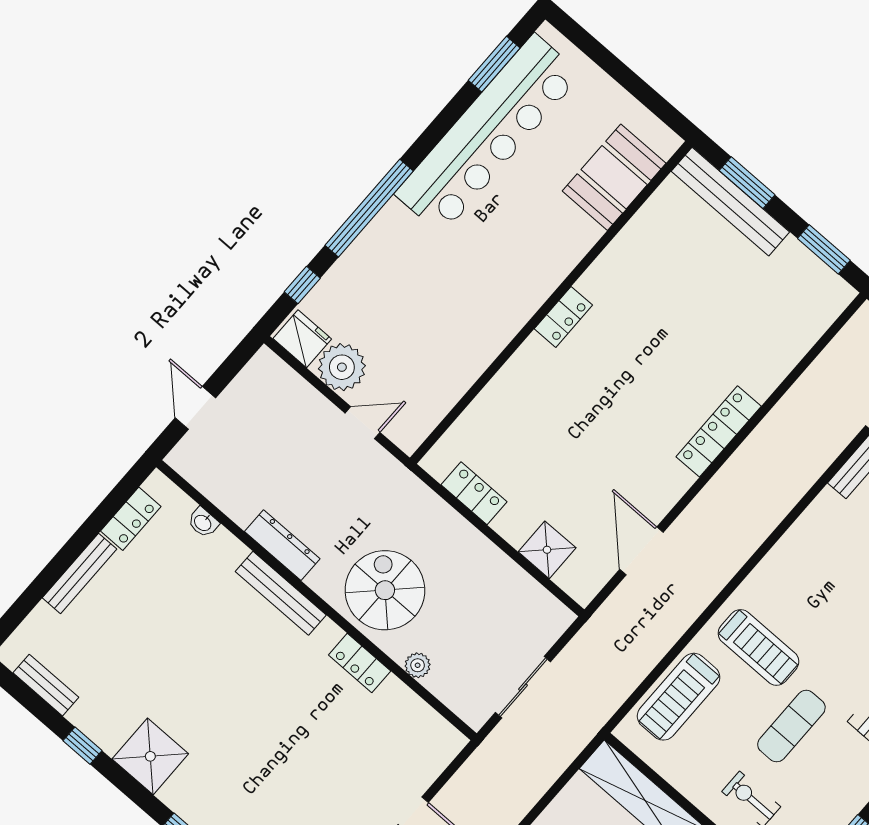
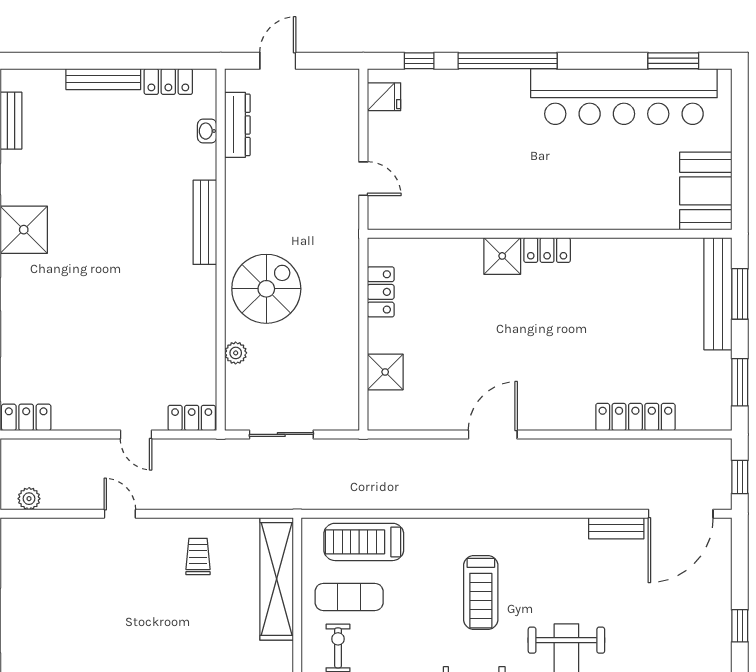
booth: (614, 177) -> (706, 191), moved, turned 90
fridge: (302, 339) -> (384, 97), width x0.72
shower: (535, 360) -> (502, 256), added
plant: (342, 367) -> (388, 134), removed
locker: (719, 431) -> (635, 417), moved
dresser: (282, 545) -> (237, 125), moved
door: (641, 551) -> (493, 434), moved
treadmill: (758, 647) -> (481, 592), moved
locker: (360, 663) -> (192, 418), moved, turned 90
exercise mat: (791, 726) -> (349, 597), moved

